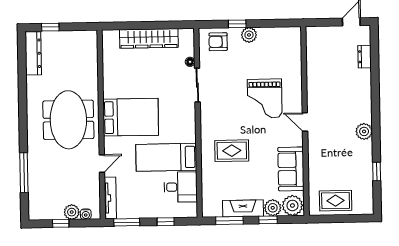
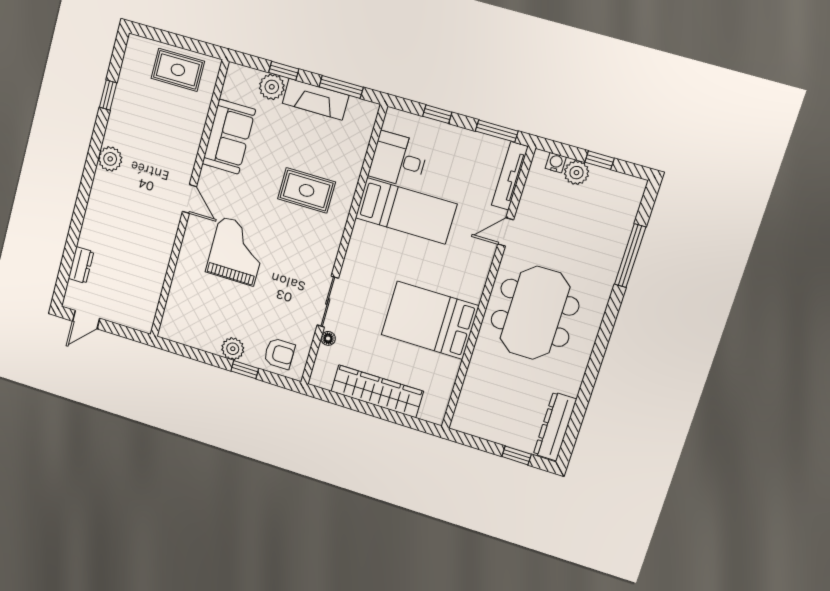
bed: (131, 117) -> (430, 320), moved
plant: (292, 205) -> (242, 82), removed

